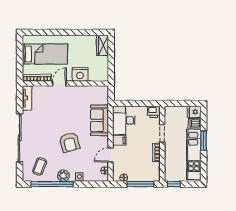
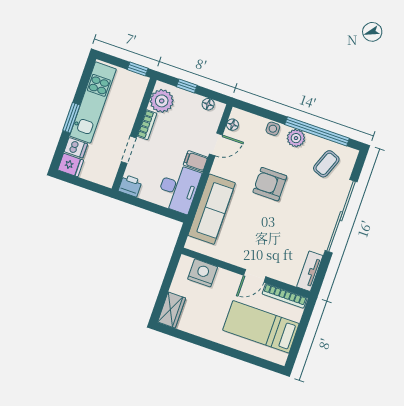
nightstand: (80, 74) -> (203, 273), moved
sofa: (99, 120) -> (212, 209), width x1.36
armchair: (70, 142) -> (270, 184), turned -74
plant: (153, 170) -> (162, 101), added
window: (140, 184) -> (187, 86), width x0.46

